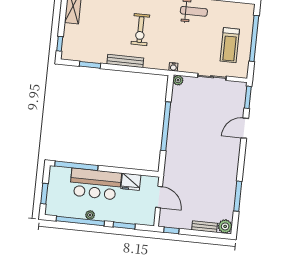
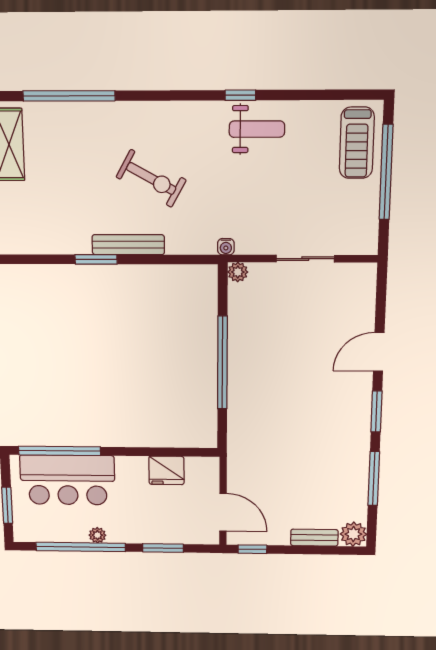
exercise bike: (140, 30) -> (151, 178), turned -61
treadmill: (230, 45) -> (357, 143), moved
window: (90, 65) -> (96, 259), moved
window: (248, 97) -> (376, 411), moved
bar counter: (95, 184) -> (67, 480), moved
door: (159, 197) -> (223, 512), moved

